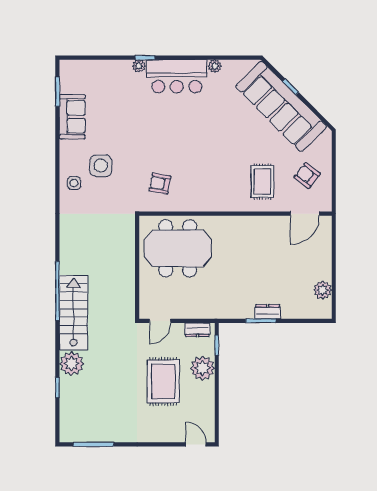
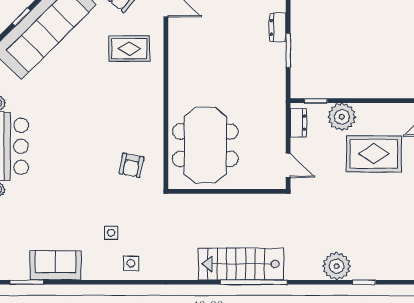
side table: (101, 166) -> (111, 233), width x0.54, depth x0.54
dresser: (268, 312) -> (278, 27), moved
stairs: (74, 313) -> (241, 264), moved
rug: (163, 381) -> (374, 154), moved

